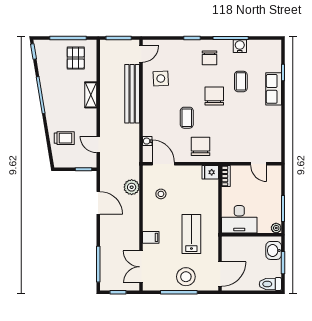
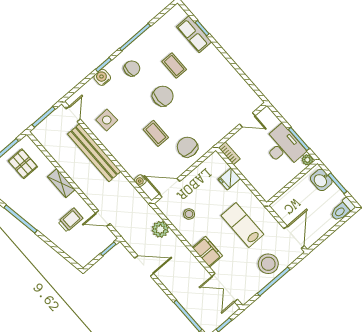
water cooler: (240, 46) -> (102, 77), moved
chair: (210, 58) -> (132, 68), turned -90
row of seats: (274, 89) -> (194, 34), moved
chair: (214, 96) -> (163, 96), turned 90
trolley: (64, 138) -> (70, 220), moved
fridge: (210, 172) -> (229, 179), moved
desk: (239, 219) -> (283, 147), moved, turned -90
filing cabinet: (151, 237) -> (207, 252), width x2.00

